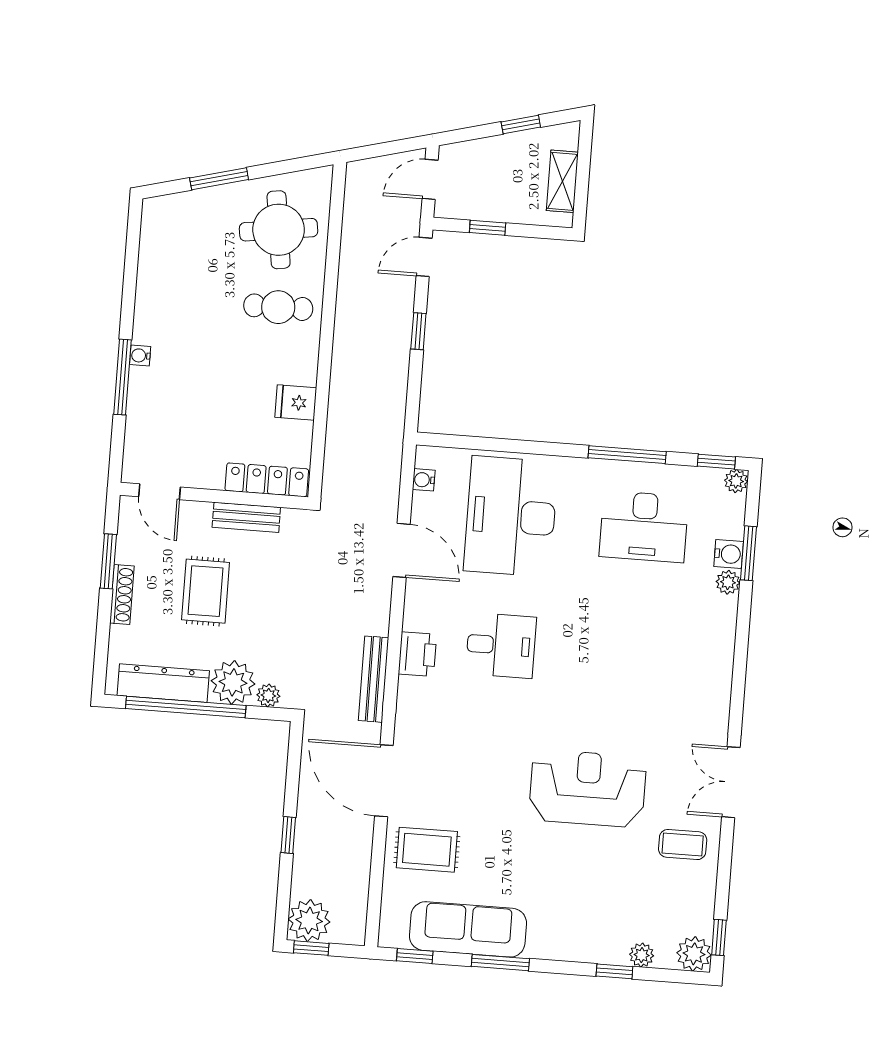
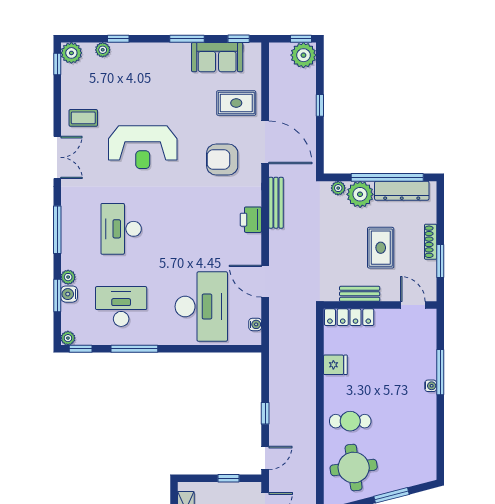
desk: (501, 645) -> (121, 229), moved, width x1.37
window: (740, 662) -> (57, 230), added
armchair: (457, 758) -> (222, 160), added
sofa: (468, 929) -> (217, 57), width x0.73

